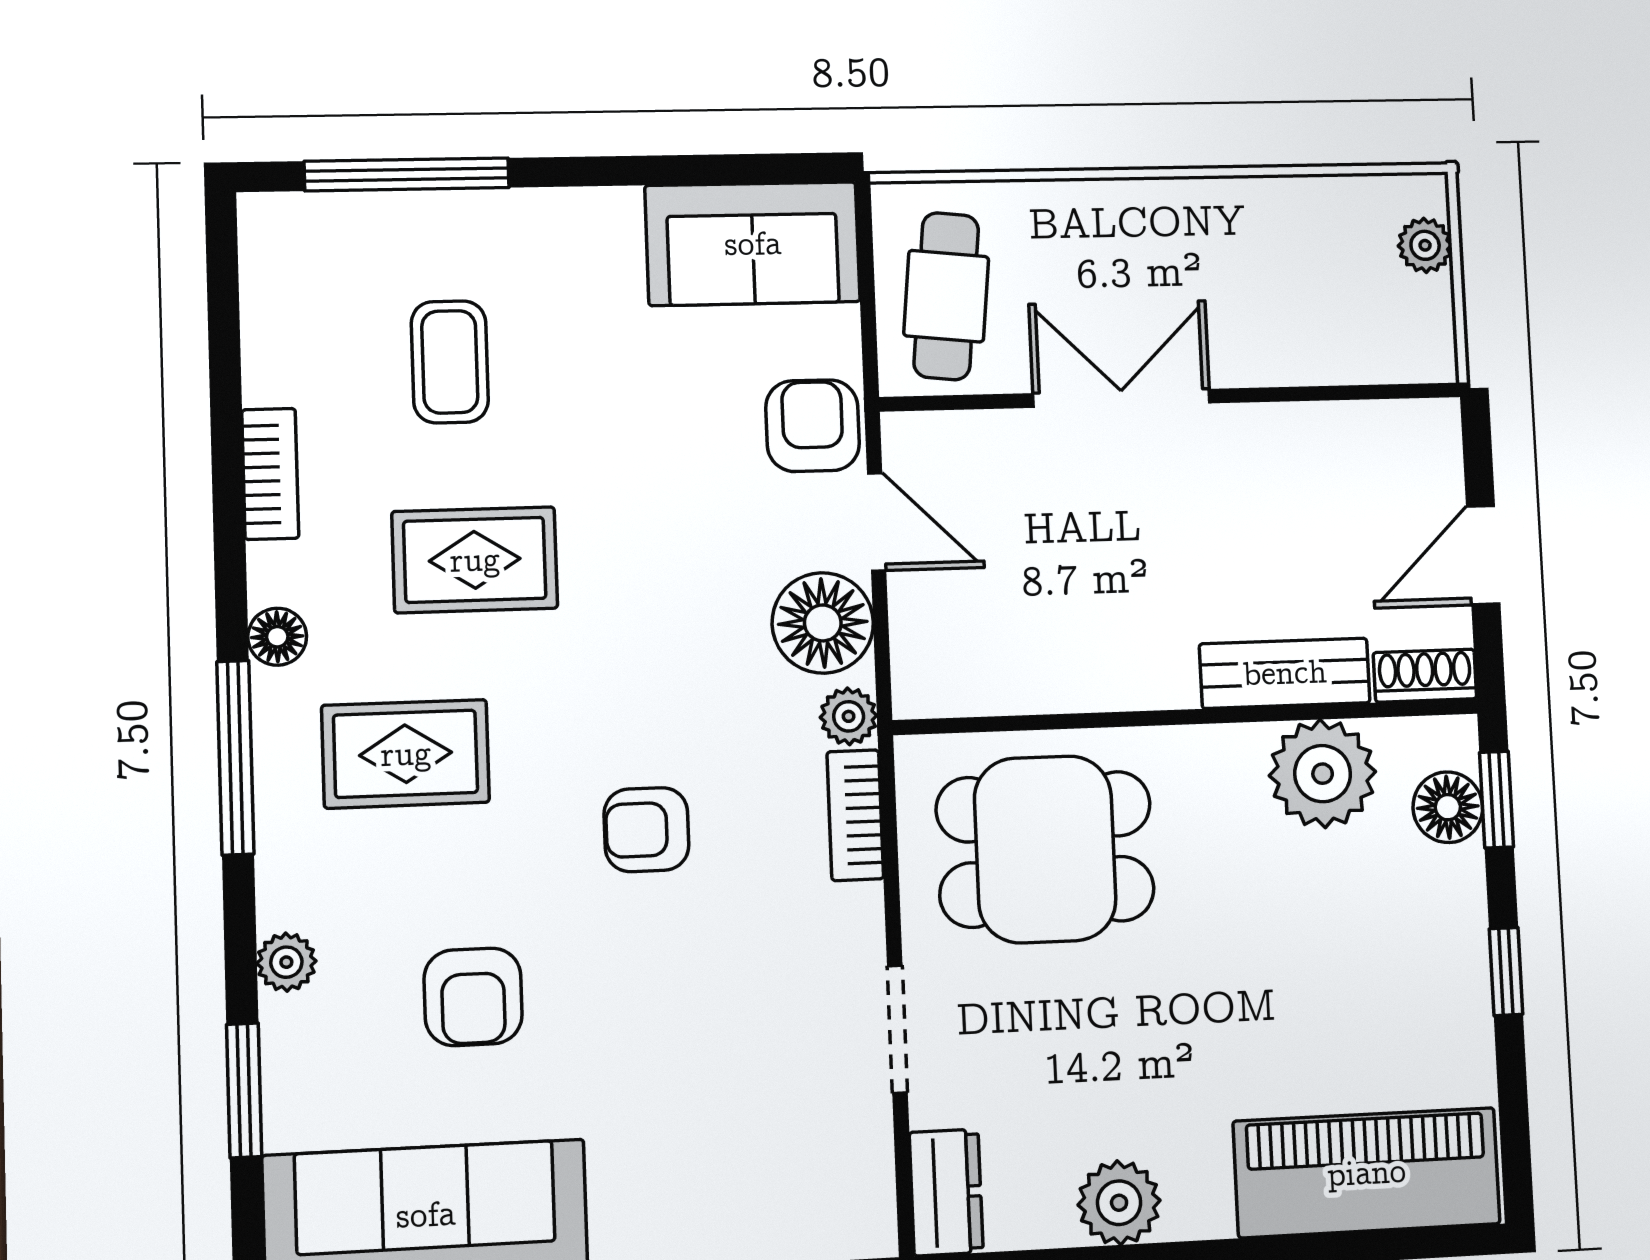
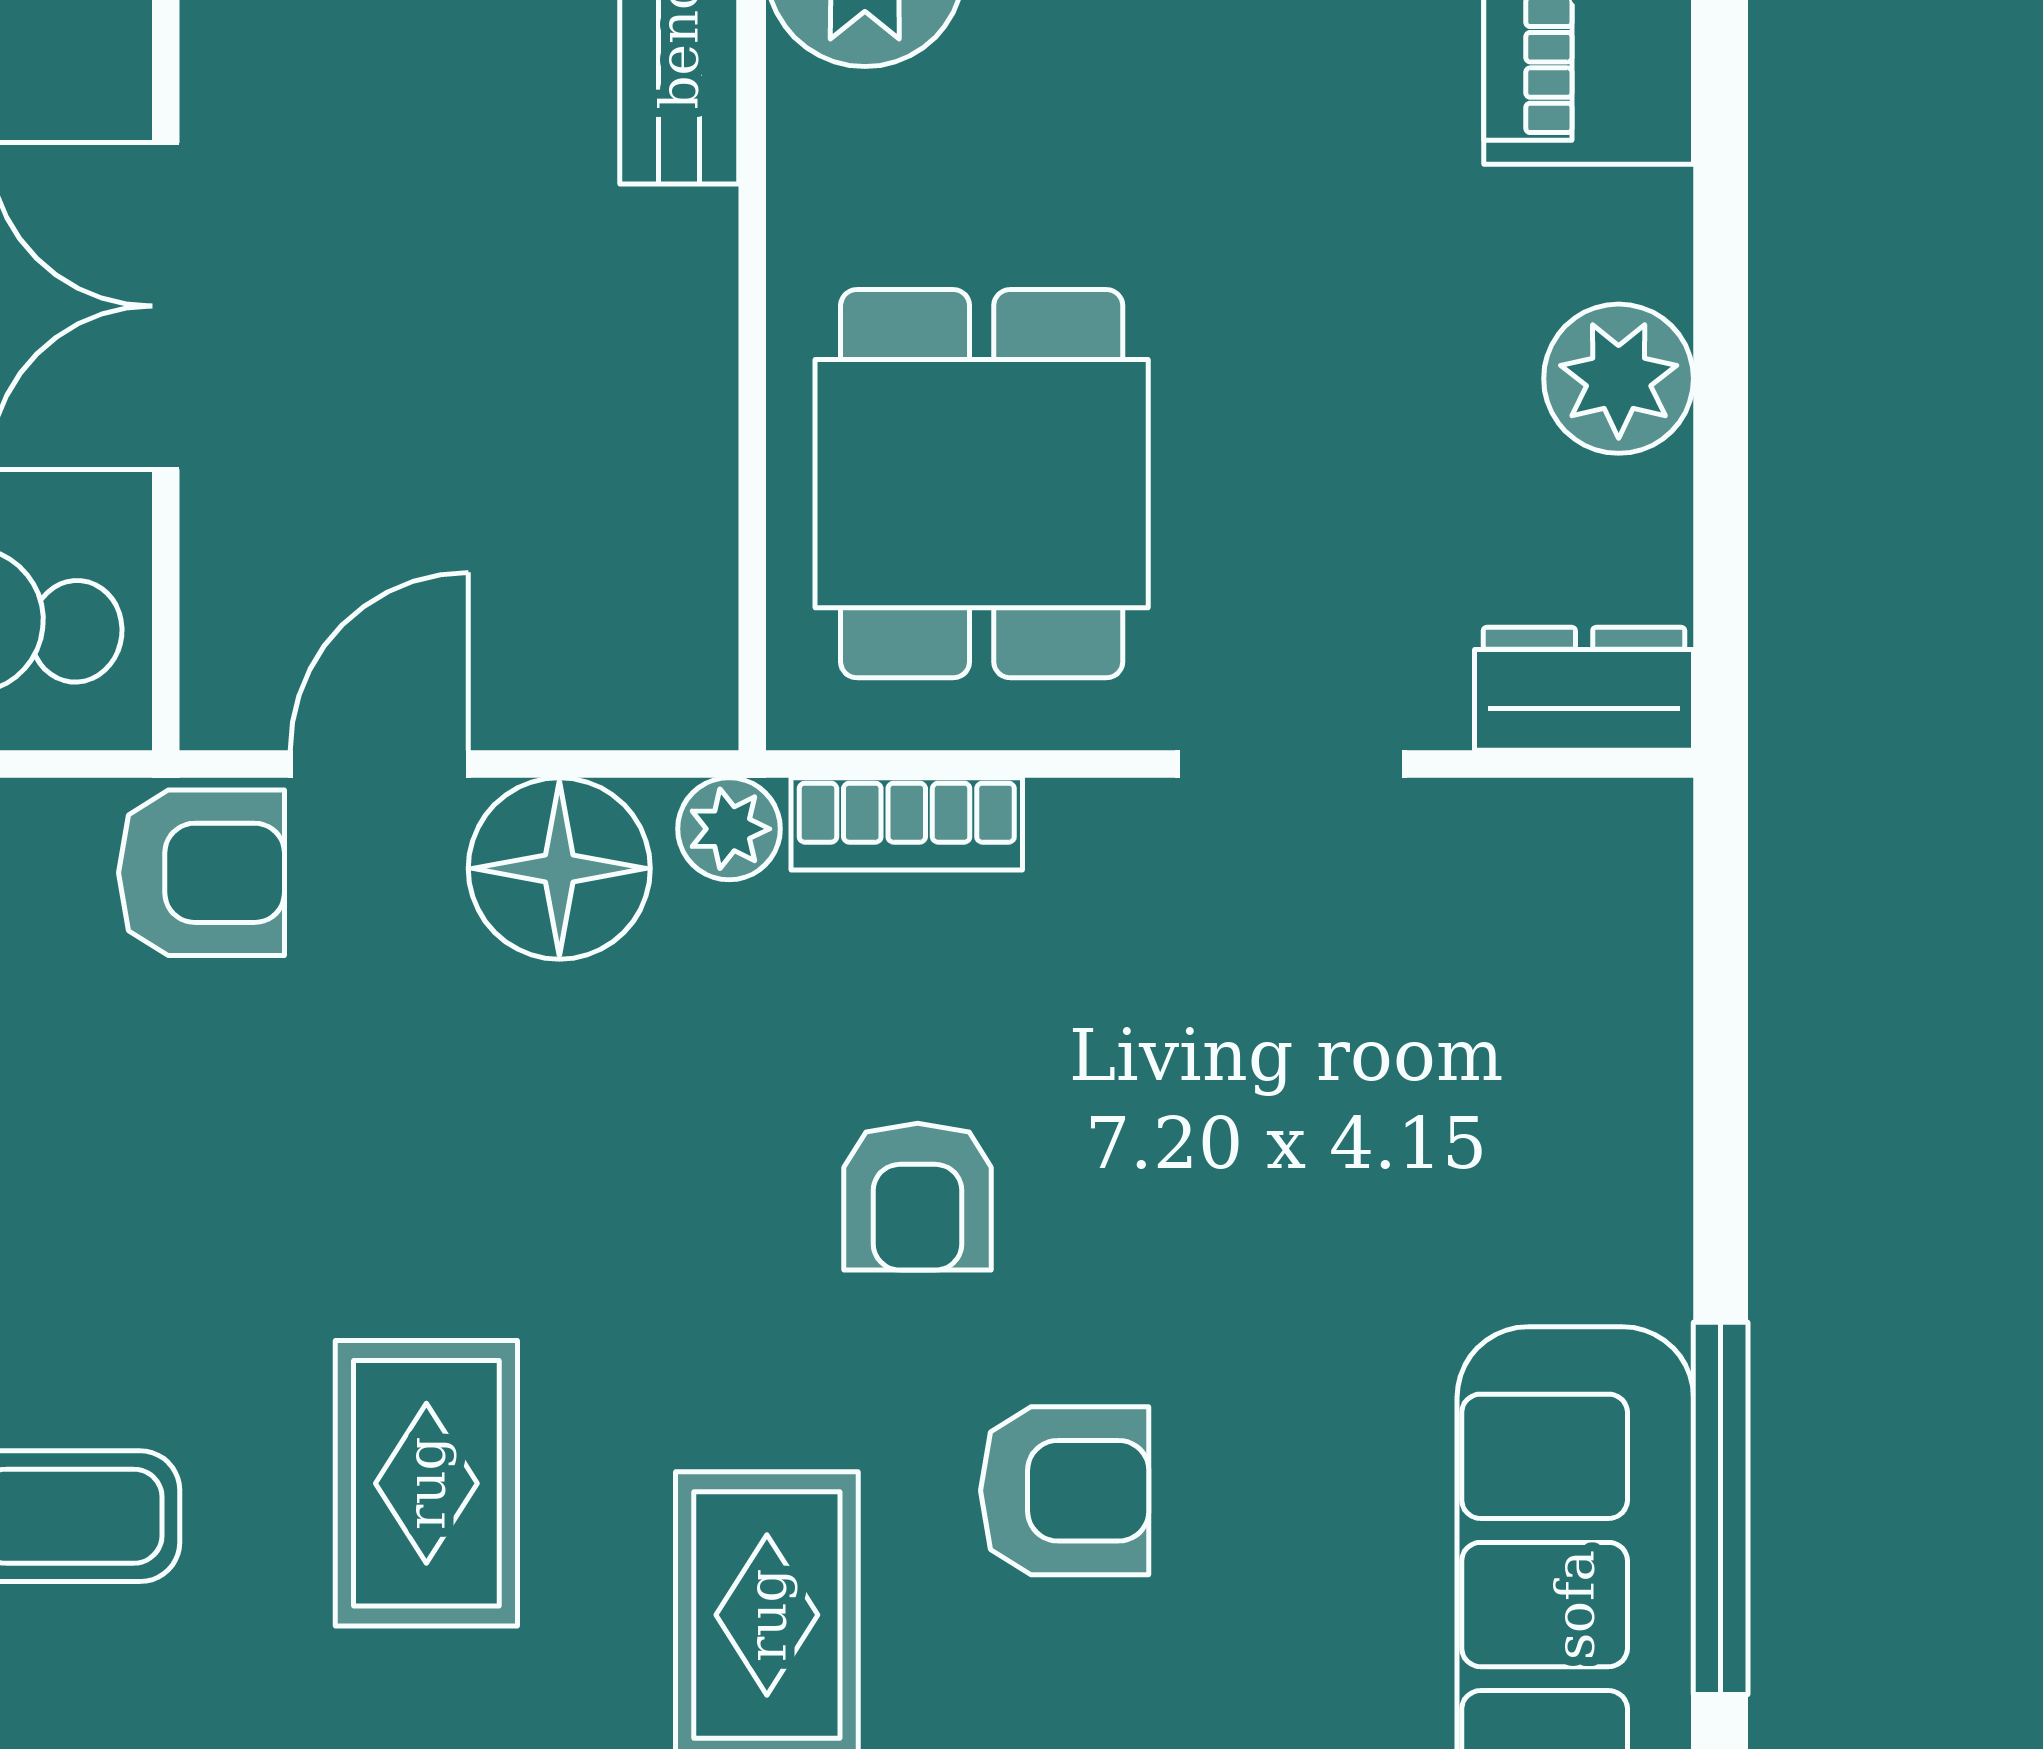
armchair: (813, 426) -> (201, 873), turned 180
armchair: (473, 997) -> (1065, 1491), moved

